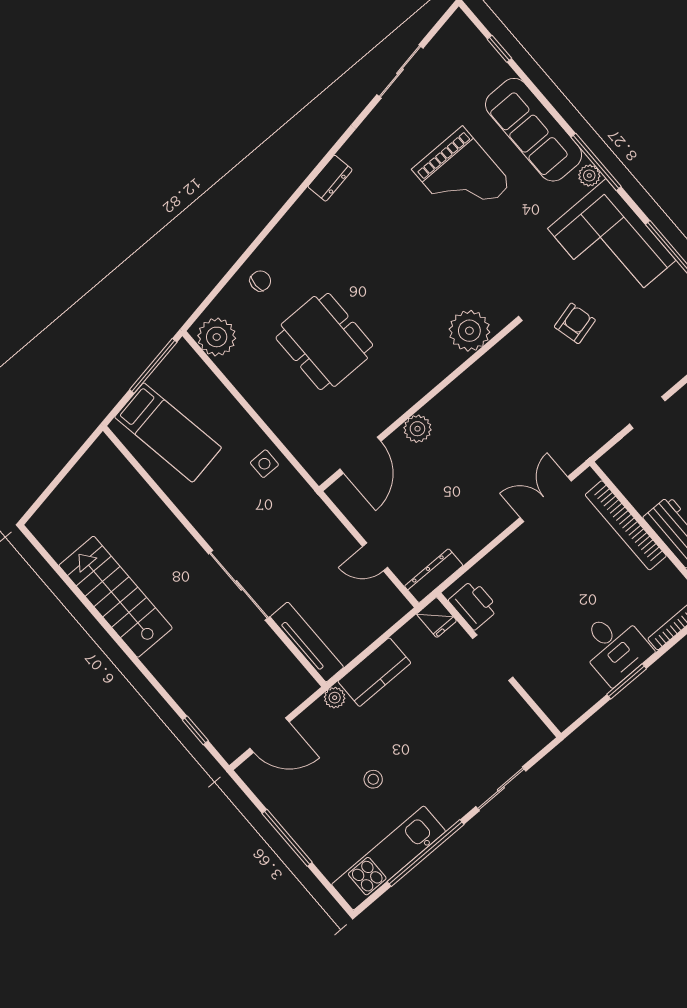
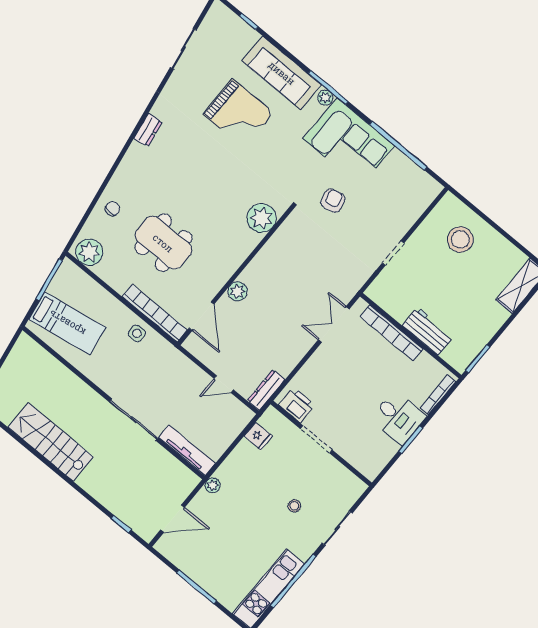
bookcase: (294, 439) -> (155, 313), added
fridge: (437, 617) -> (258, 436), moved
kitchen counter: (374, 672) -> (237, 463), removed
stool: (373, 779) -> (294, 506), moved

